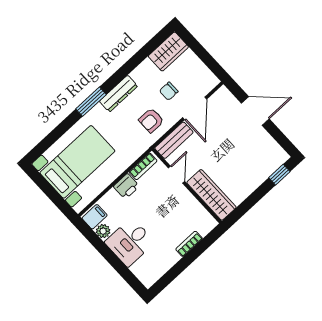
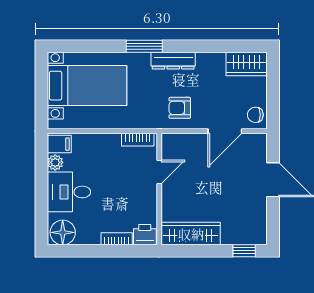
chair: (169, 91) -> (255, 115), moved
bench: (174, 140) -> (183, 142), removed
printer: (126, 186) -> (145, 235), moved, turned 180
wardrobe: (211, 195) -> (191, 234), moved, turned -90
floor lamp: (150, 272) -> (63, 232), added

